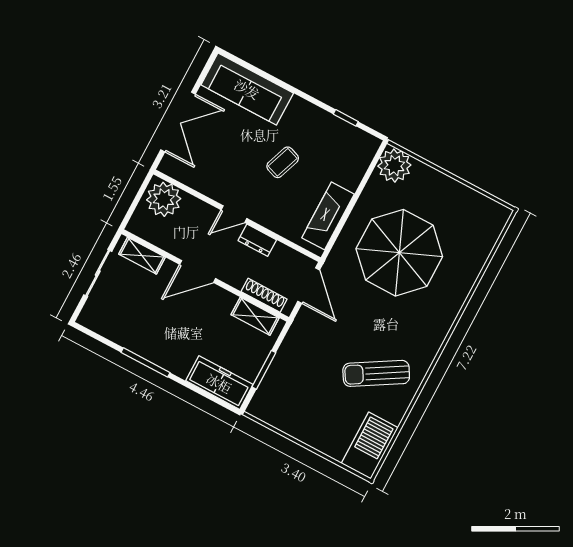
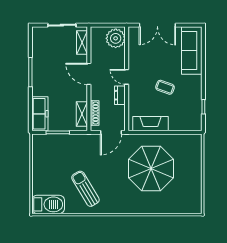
plant: (394, 166) -> (193, 143), removed

